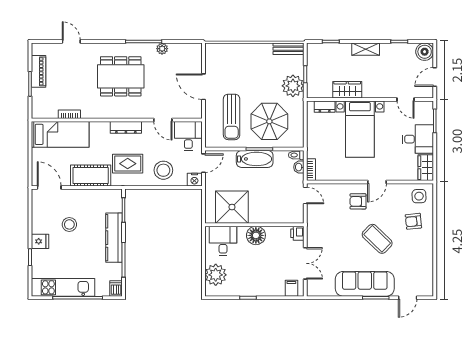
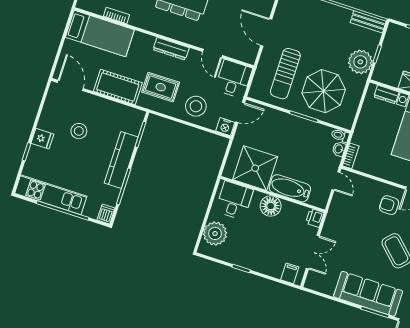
bathtub: (255, 159) -> (290, 188), moved, turned 180

